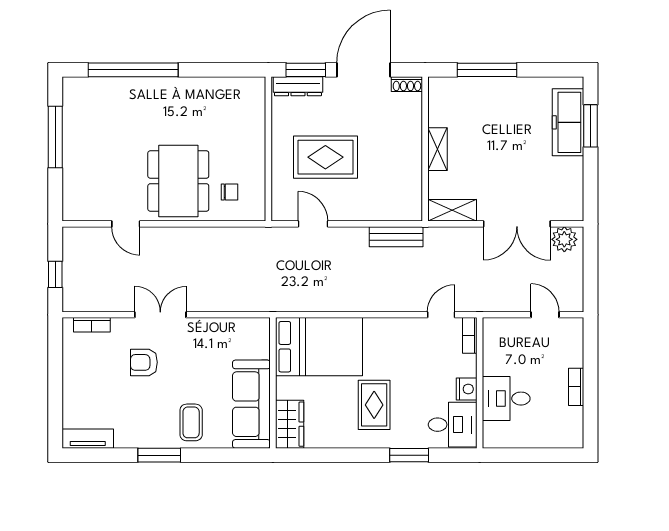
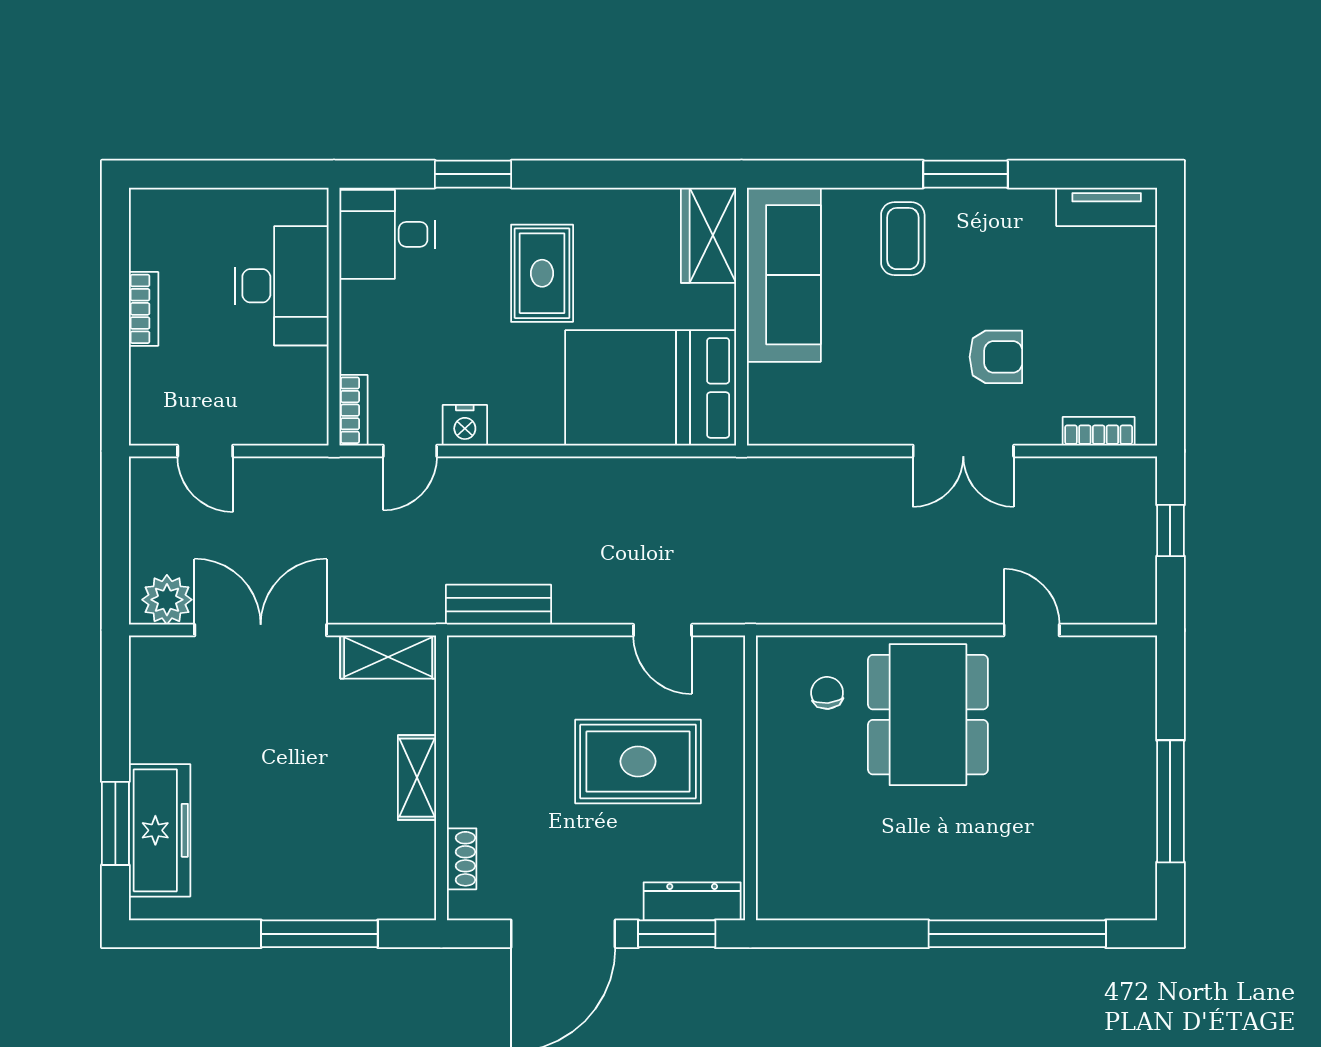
shoe rack: (407, 84) -> (462, 859), moved, turned 90
chair: (230, 192) -> (827, 693), turned 85
nightstand: (467, 389) -> (465, 425), moved, turned -90
desk: (506, 399) -> (282, 286), width x1.37

